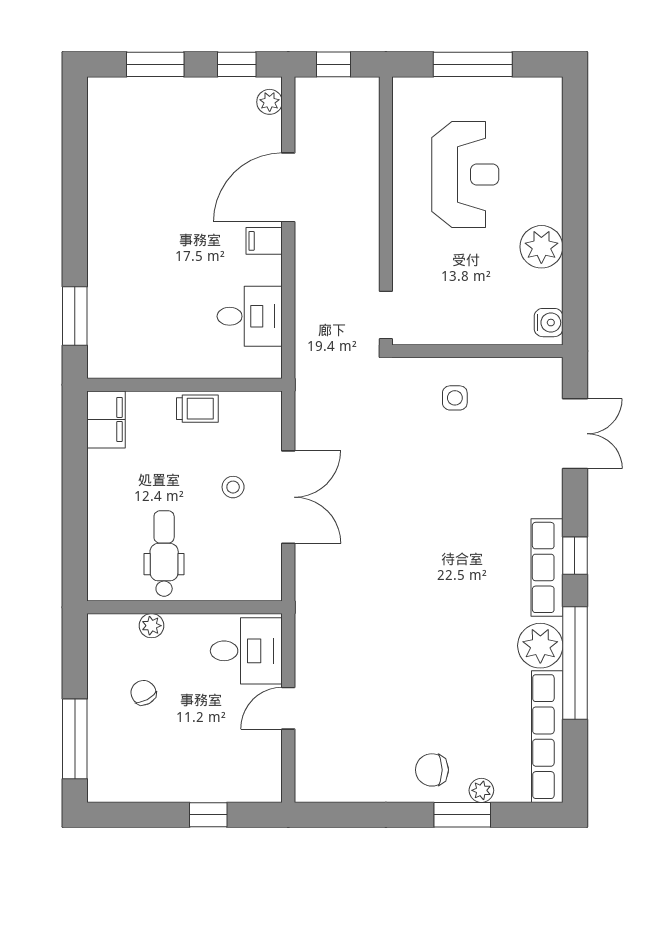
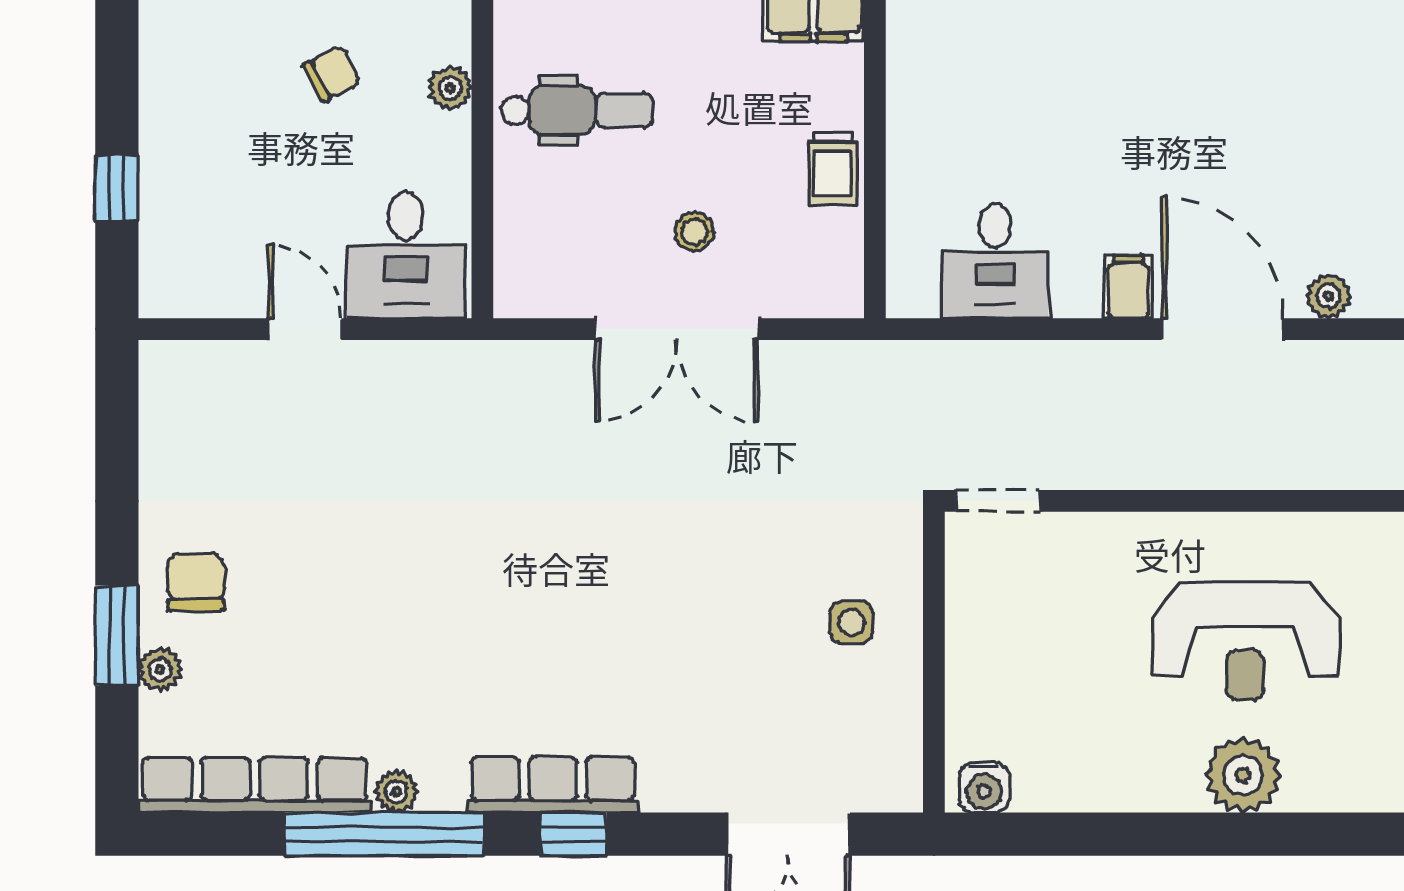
plant: (270, 102) -> (1329, 296), moved
plant: (541, 247) -> (1243, 775), moved
plant: (540, 646) -> (396, 792), width x0.53, depth x0.53

